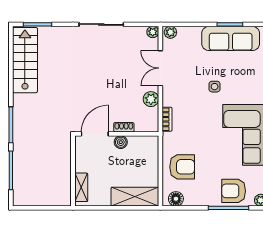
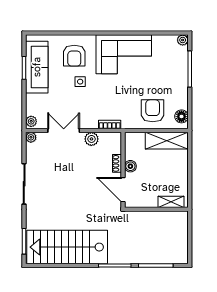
stairs: (25, 60) -> (67, 247), width x1.36, depth x1.51
double door: (160, 68) -> (64, 130), swing flipped
armchair: (234, 191) -> (74, 56), moved
shelving: (135, 197) -> (167, 141), moved, turned 90

